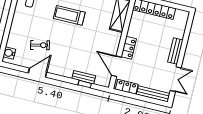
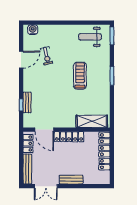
locker: (129, 48) -> (69, 137), width x1.53
door: (116, 66) -> (44, 130), swing flipped
door: (37, 73) -> (21, 60), hinge flipped

